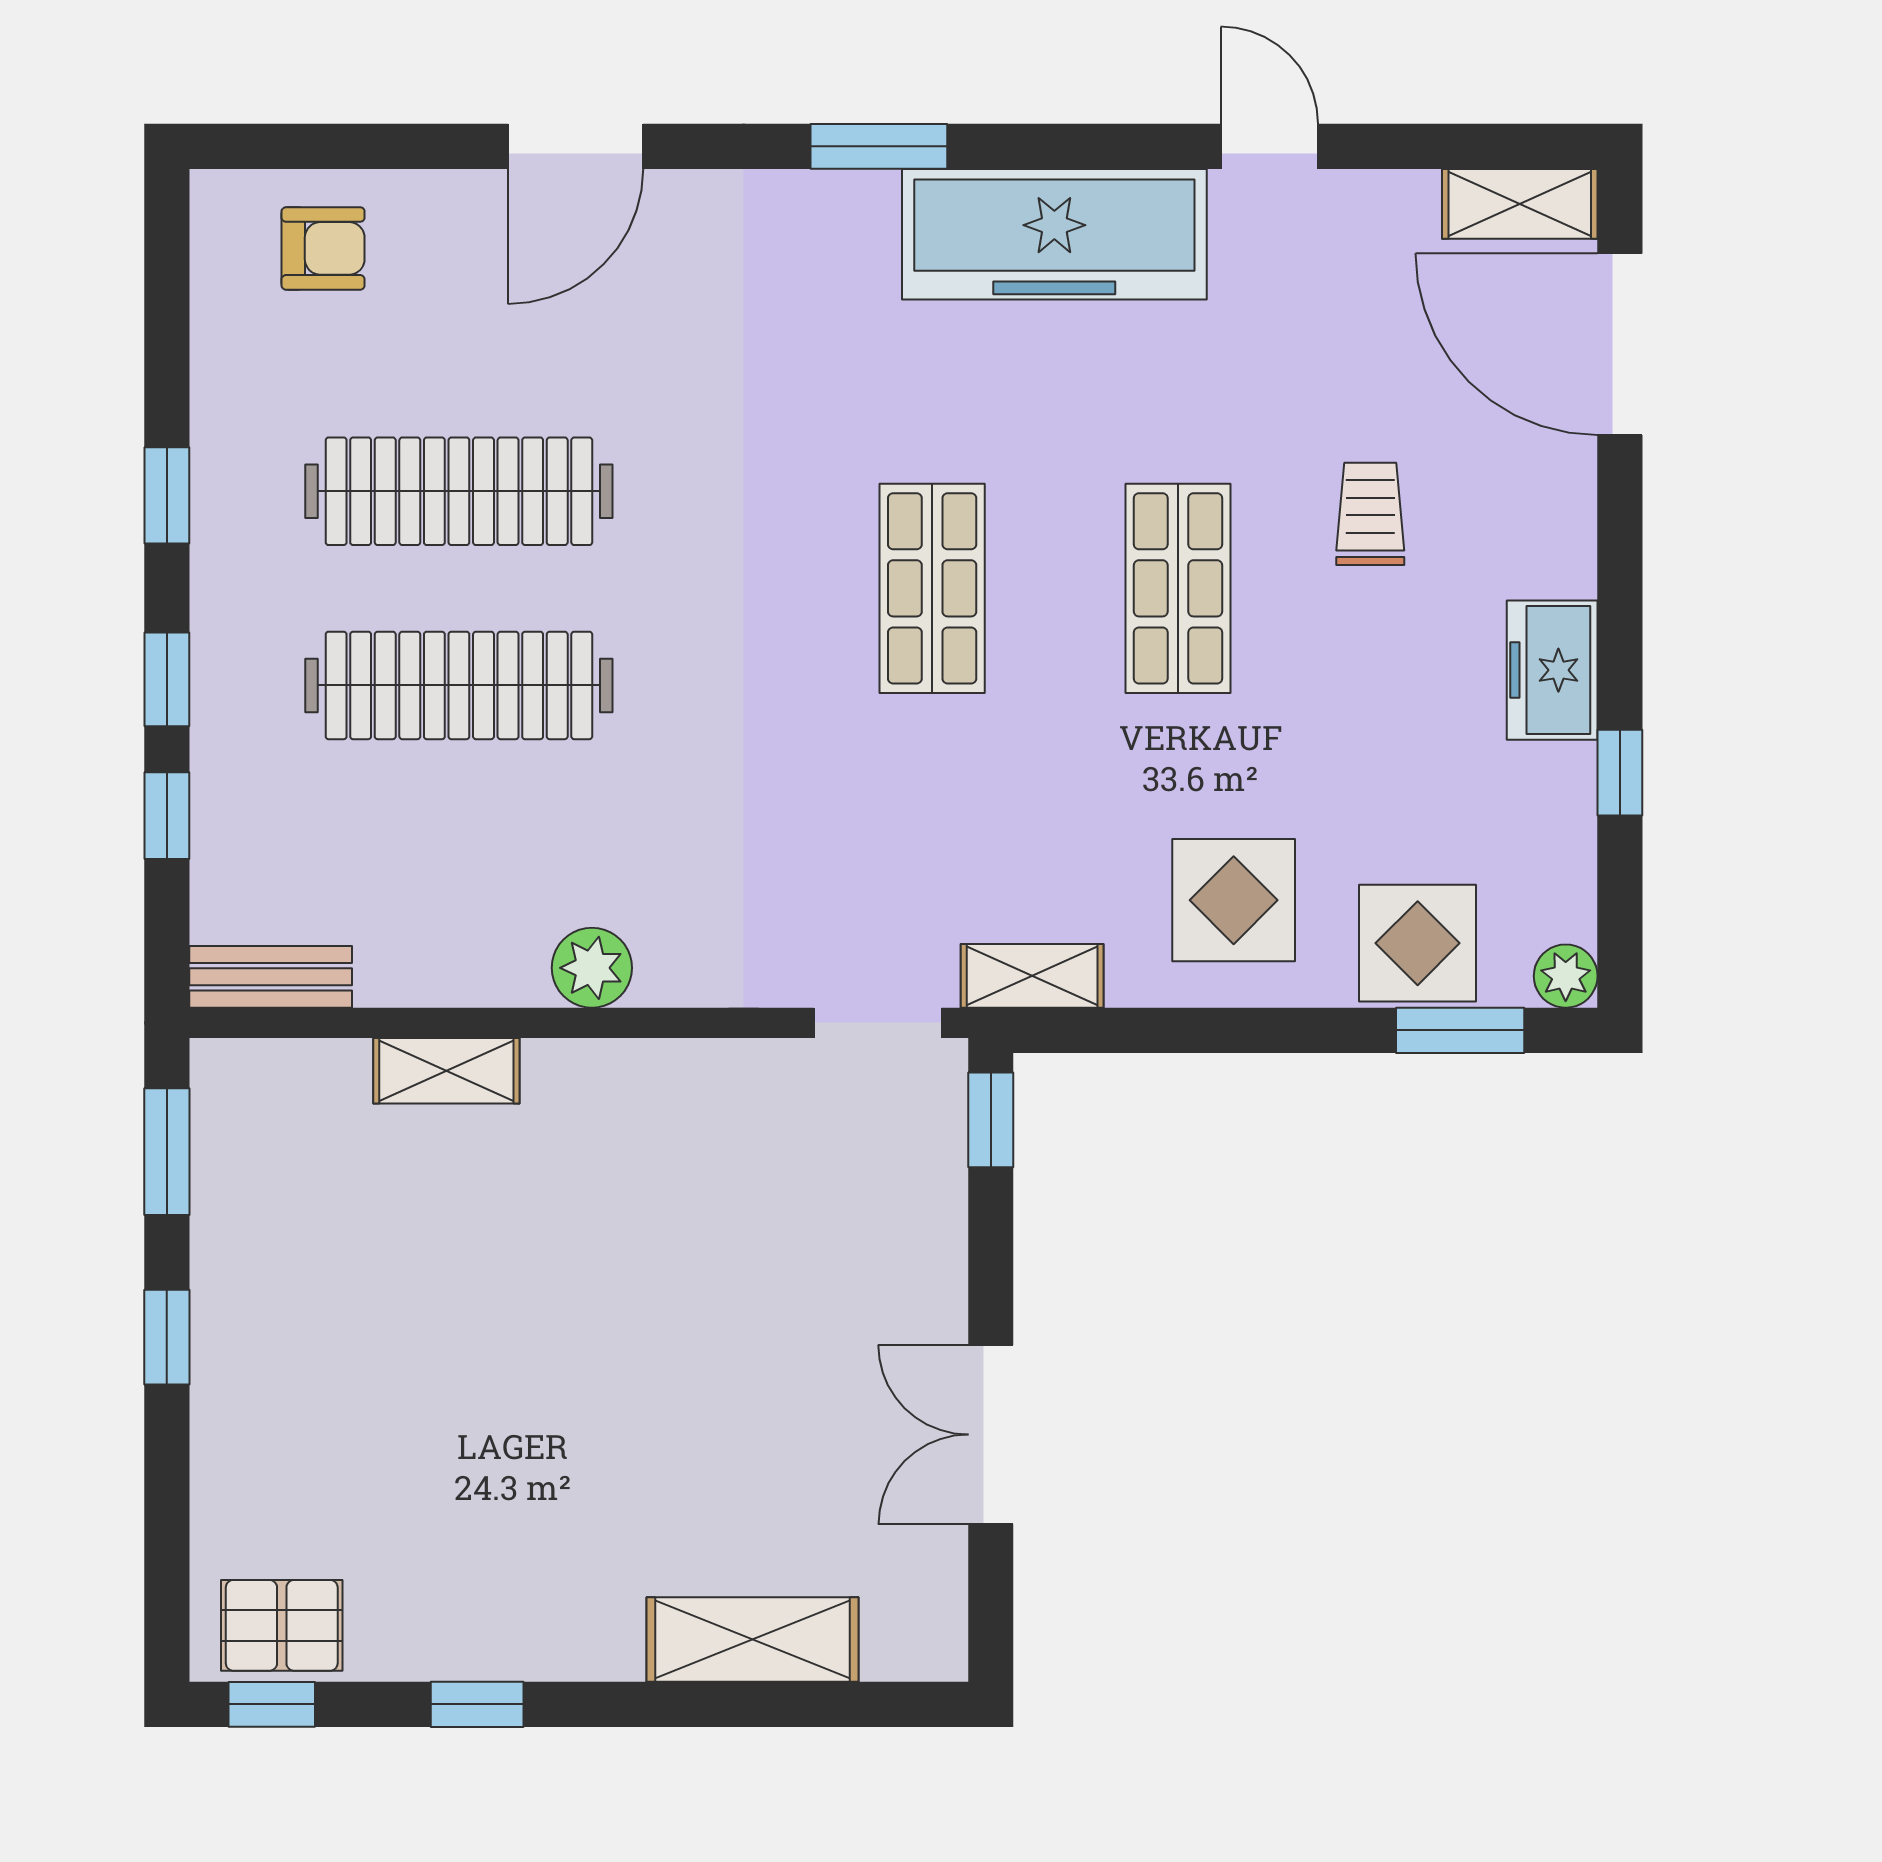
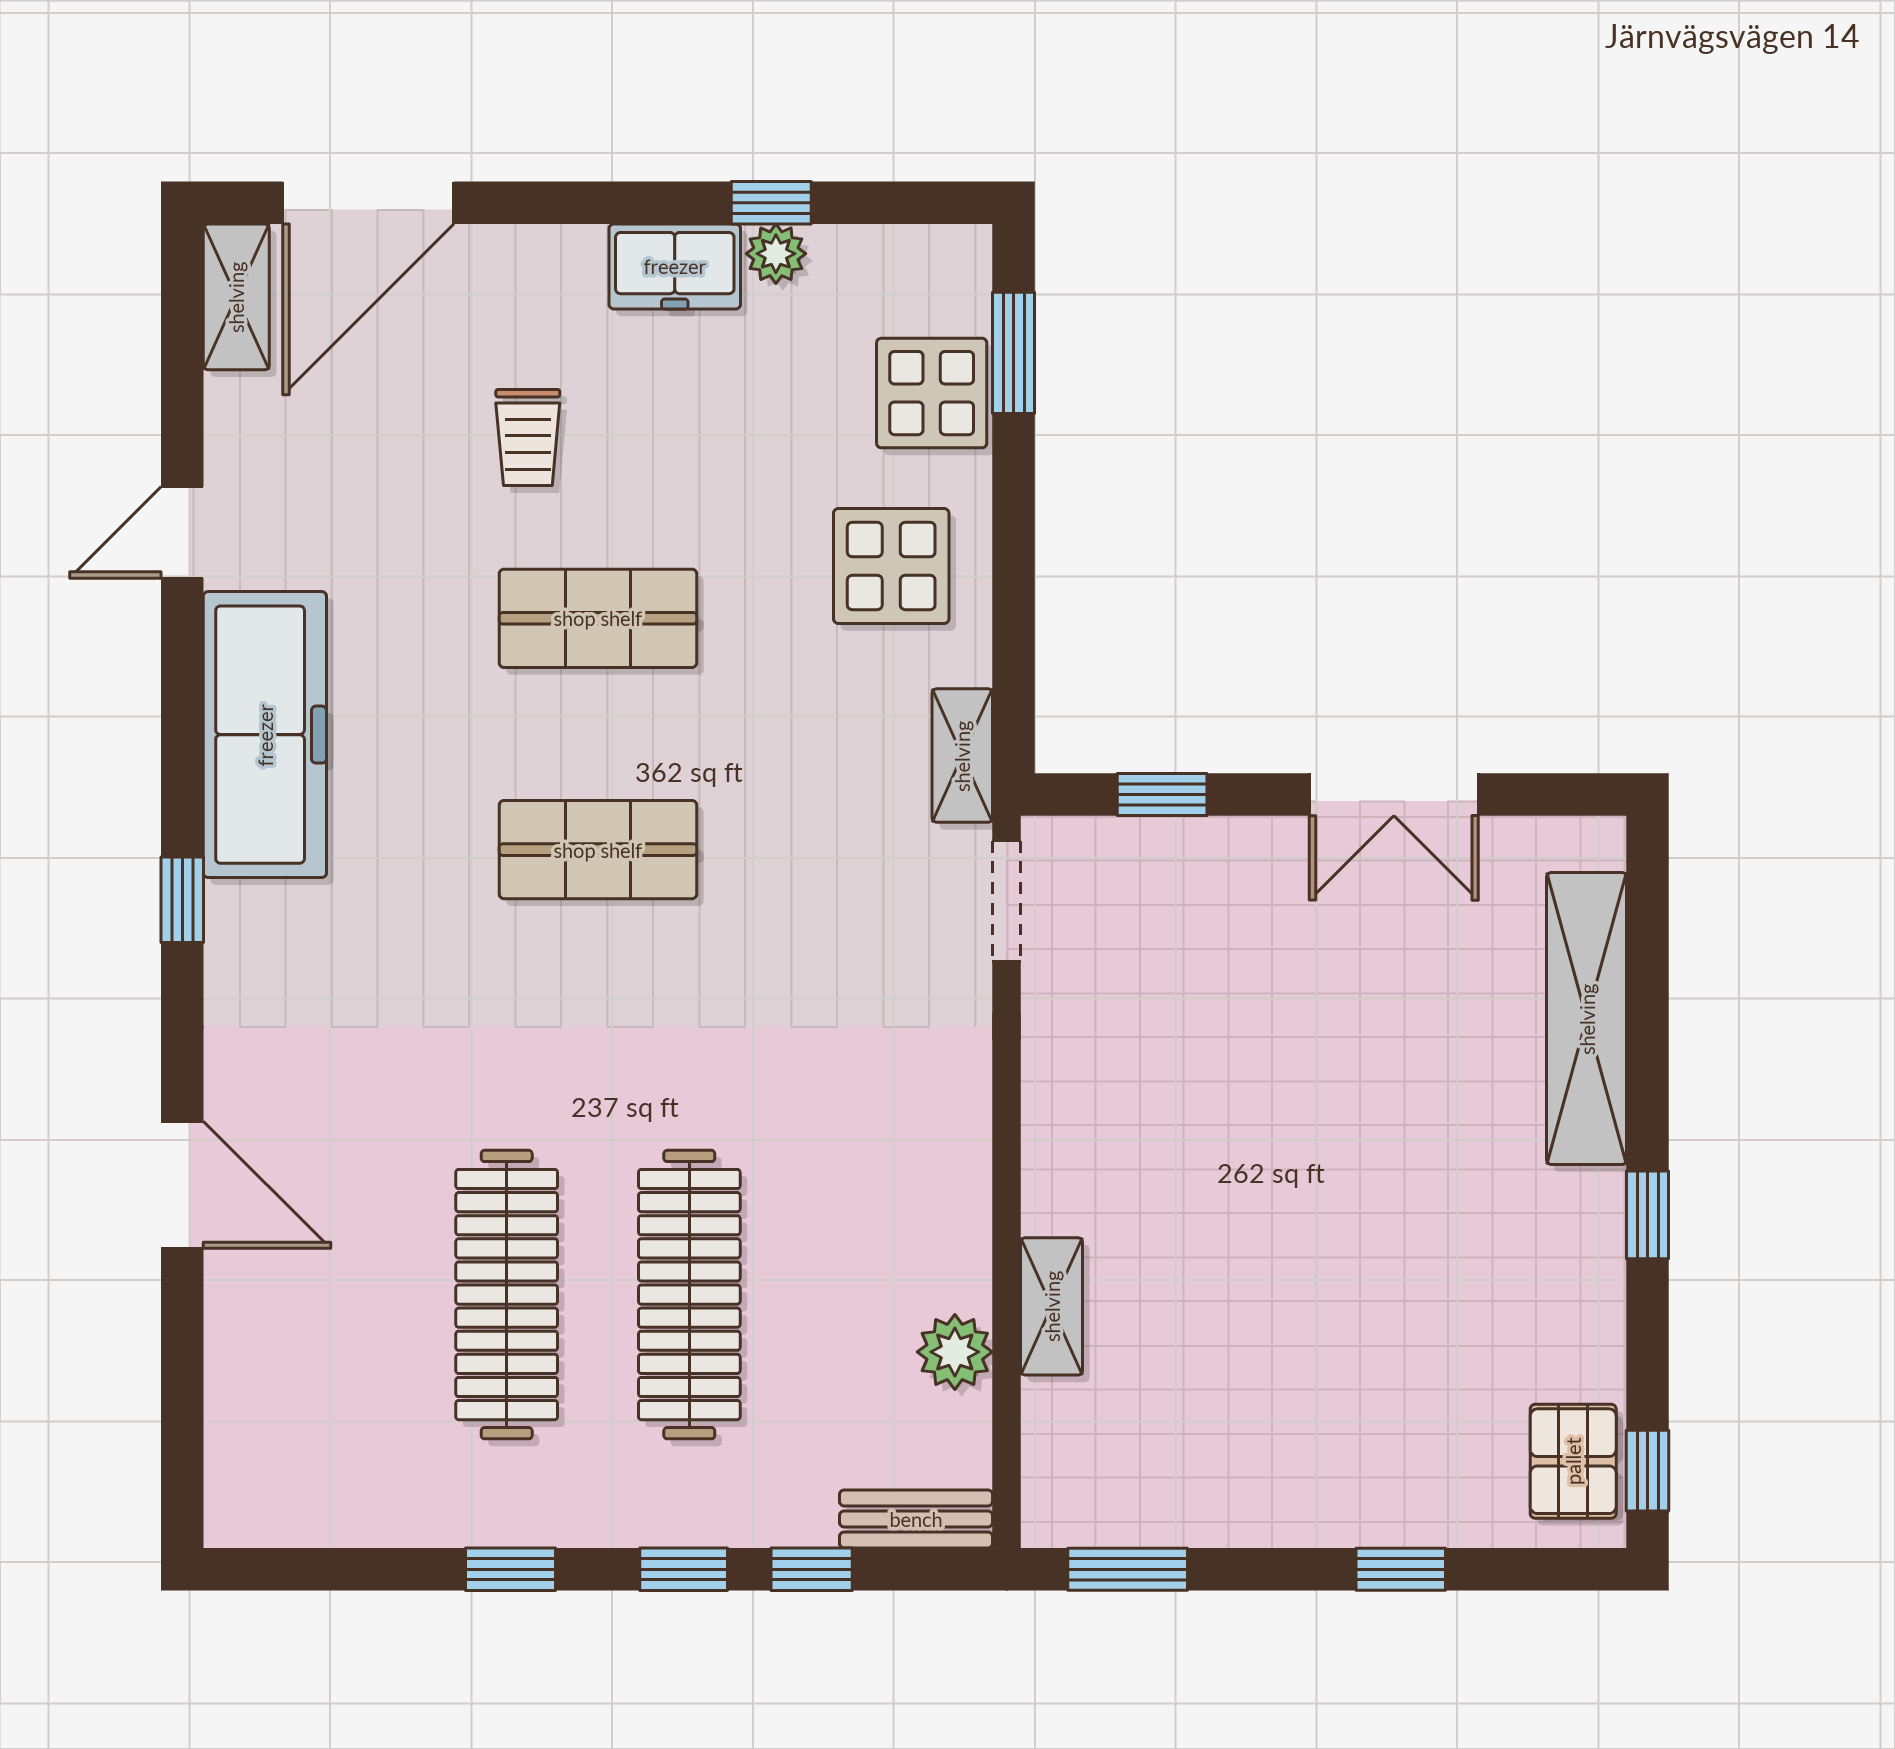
window: (879, 146) -> (182, 900), width x0.67
armchair: (323, 248) -> (278, 1422), removed
trolley: (1370, 514) -> (528, 438), turned -90
plant: (592, 968) -> (955, 1352), moved
plant: (1566, 976) -> (776, 254), moved
bench: (271, 977) -> (916, 1519), moved, turned 90
window: (991, 1120) -> (1162, 794), moved
window: (167, 1337) -> (1401, 1569), moved
shelving: (752, 1640) -> (1587, 1019), width x1.47
window: (477, 1704) -> (1648, 1215), moved

